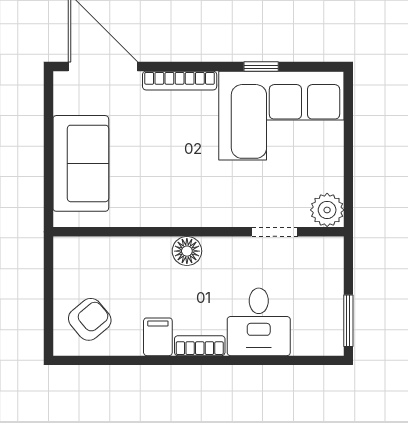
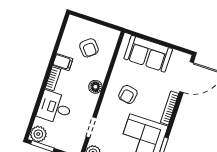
armchair: (180, 177) -> (128, 94), added
armchair: (90, 319) -> (89, 48), moved
plant: (326, 338) -> (38, 134), added

